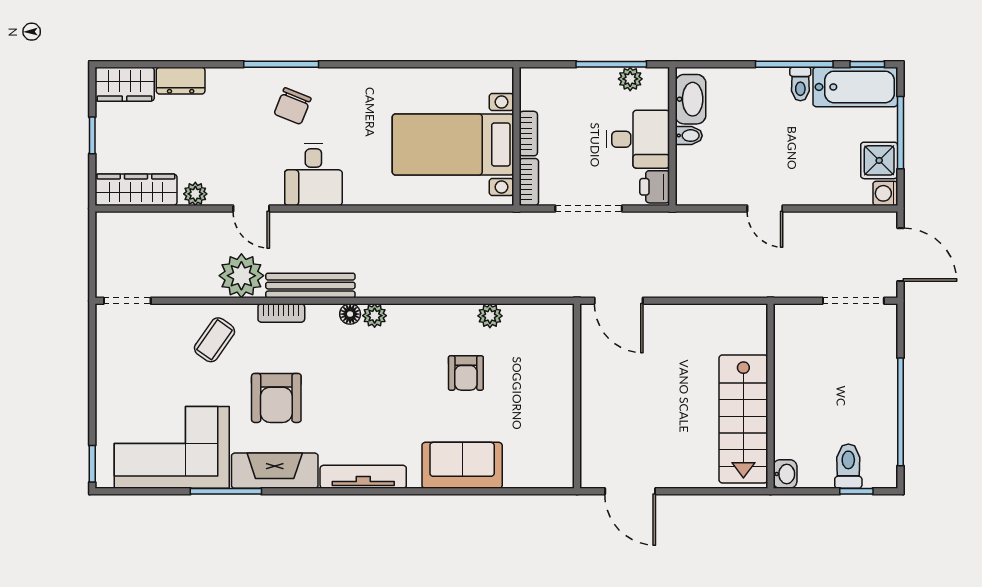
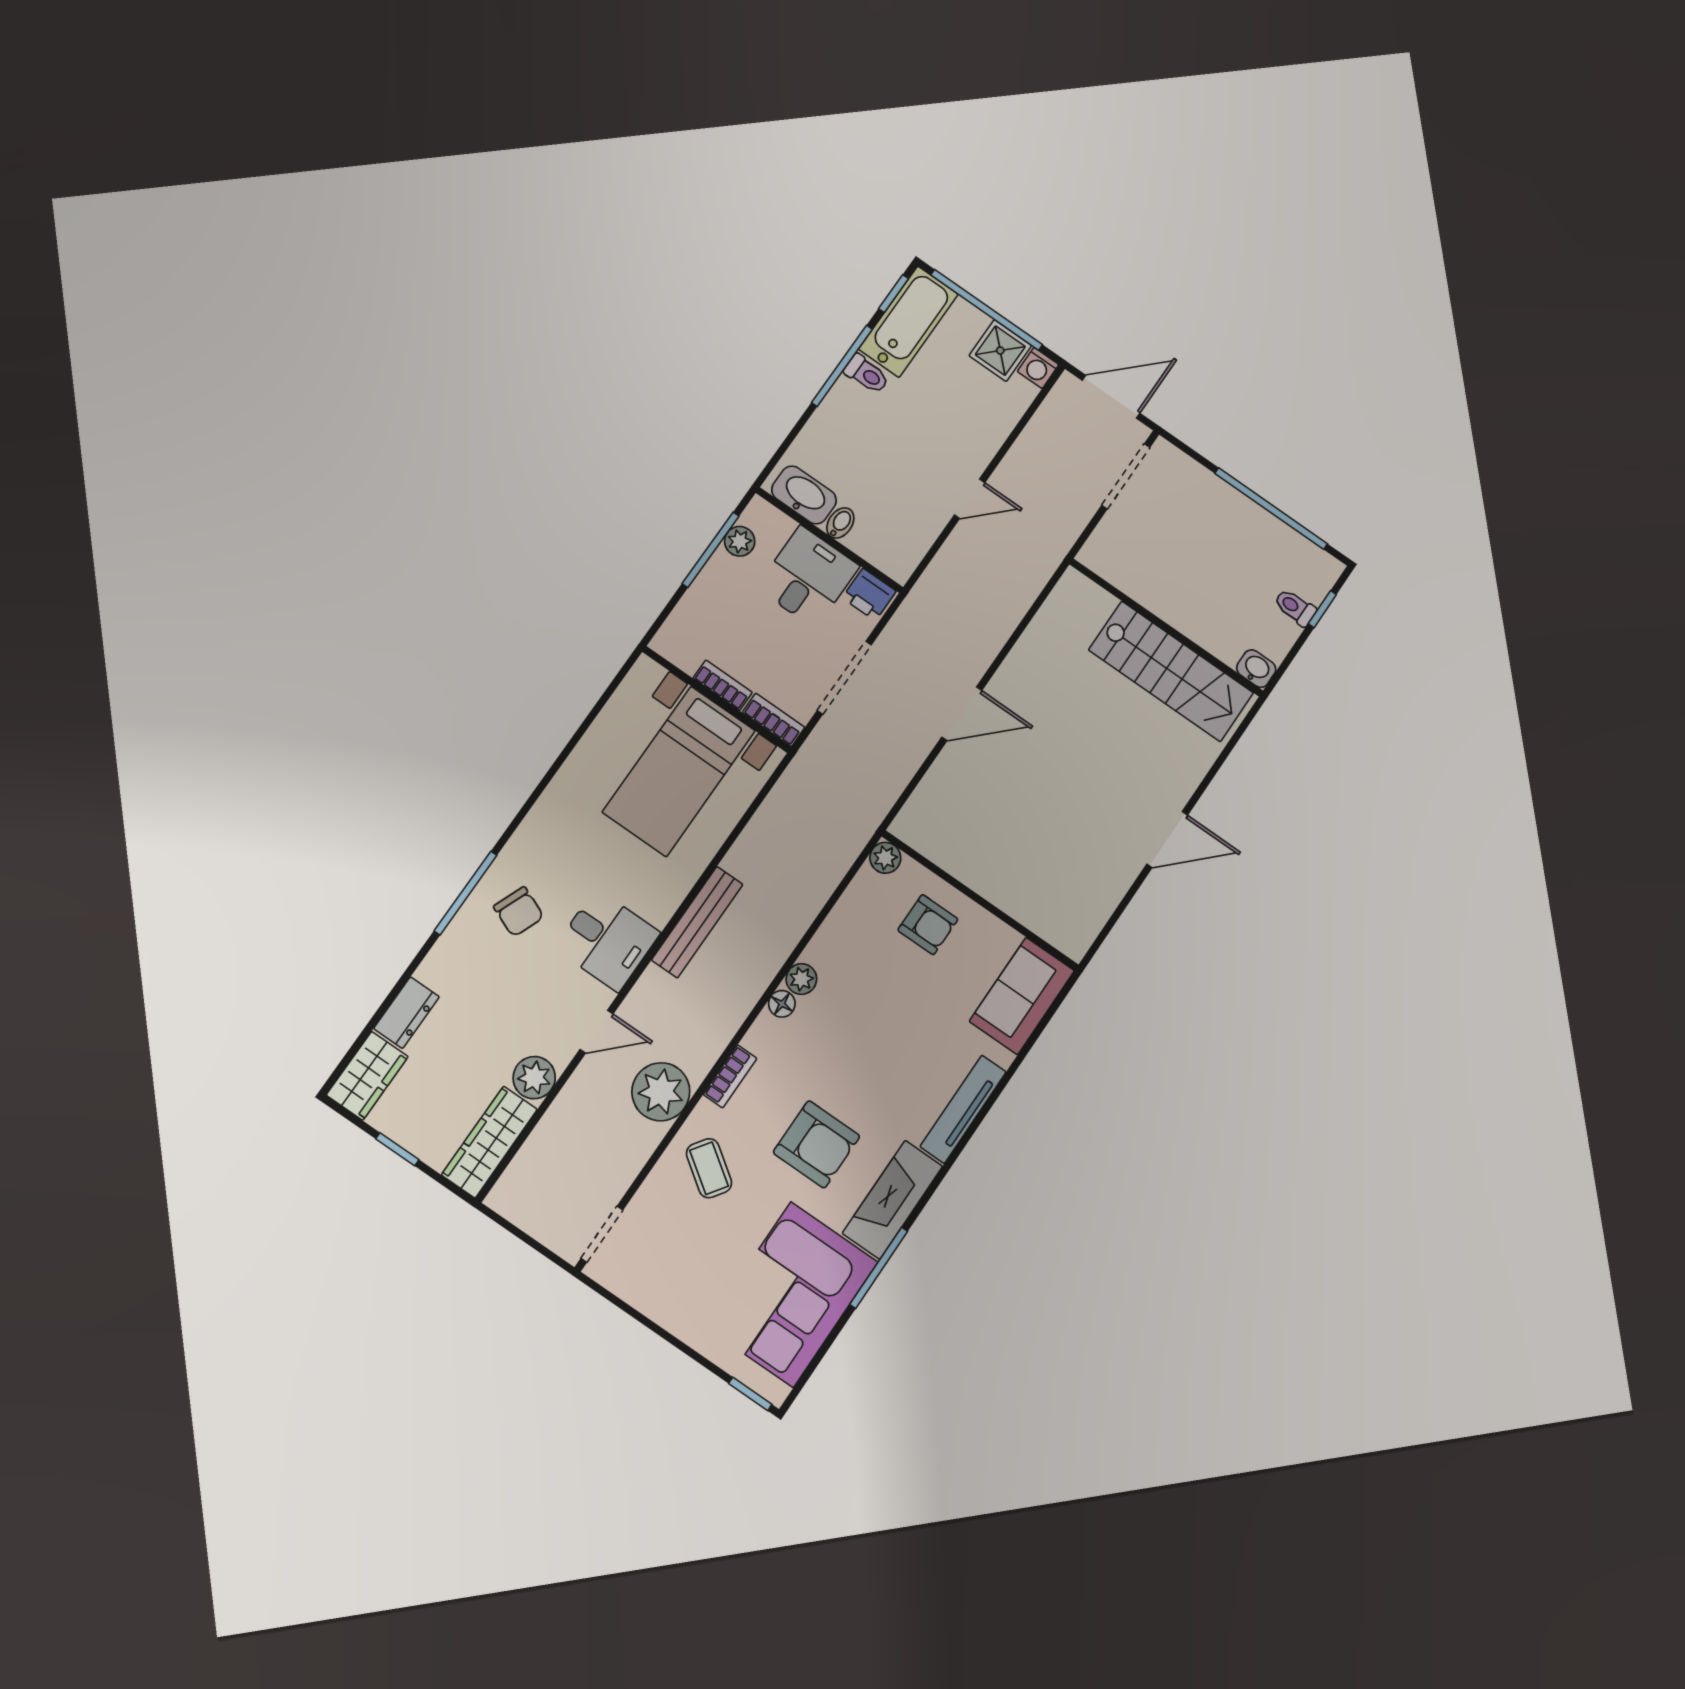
window: (900, 133) -> (987, 310), width x1.46
plant: (195, 194) -> (534, 1078), width x1.38, depth x1.38
bench: (310, 286) -> (697, 922), moved
wall: (577, 396) -> (980, 901), moved
toilet: (848, 466) -> (1295, 607), width x0.73, depth x0.72

